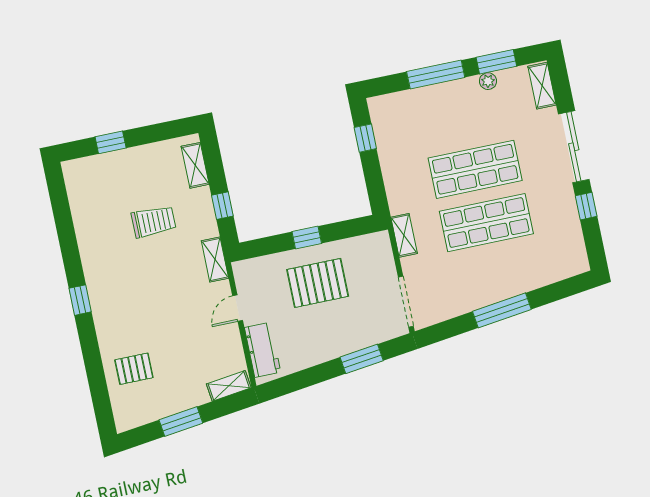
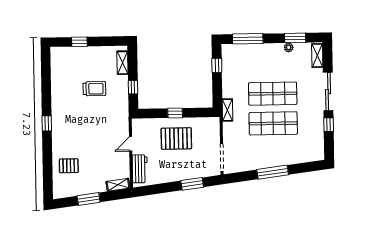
window: (436, 74) -> (248, 39), moved
shelving: (404, 235) -> (227, 110), moved
shelving: (215, 259) -> (123, 115), removed

